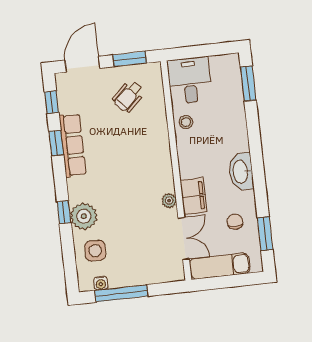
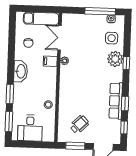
desk: (190, 80) -> (30, 128), moved
filing cabinet: (193, 196) -> (50, 61), width x0.50
window: (265, 234) -> (10, 94), moved

